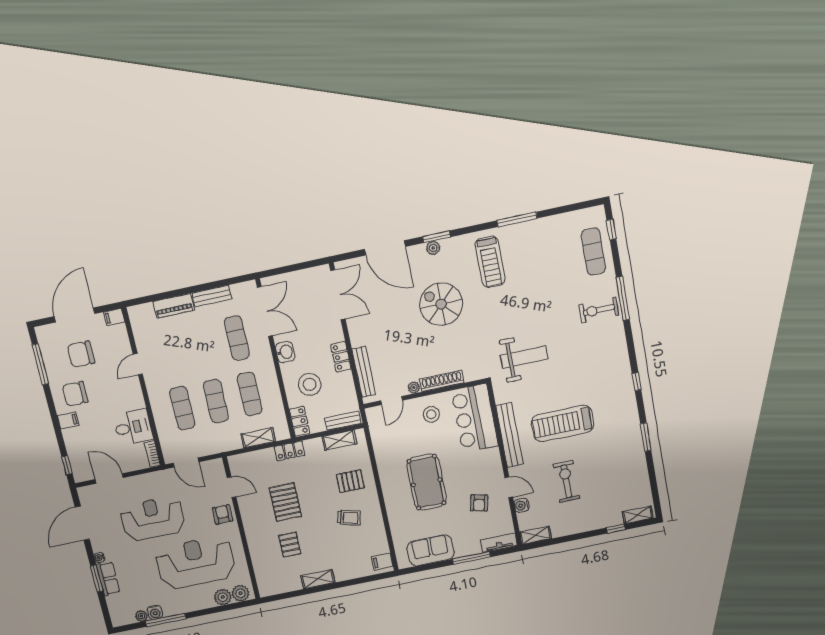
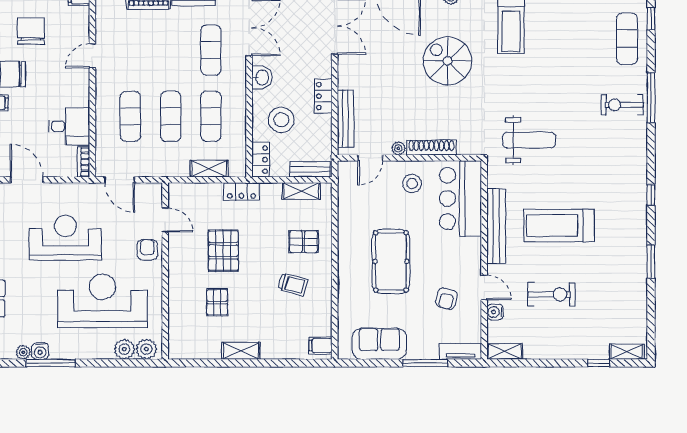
chair: (81, 354) -> (31, 31), turned 90
exercise bike: (566, 481) -> (552, 294), turned 90

